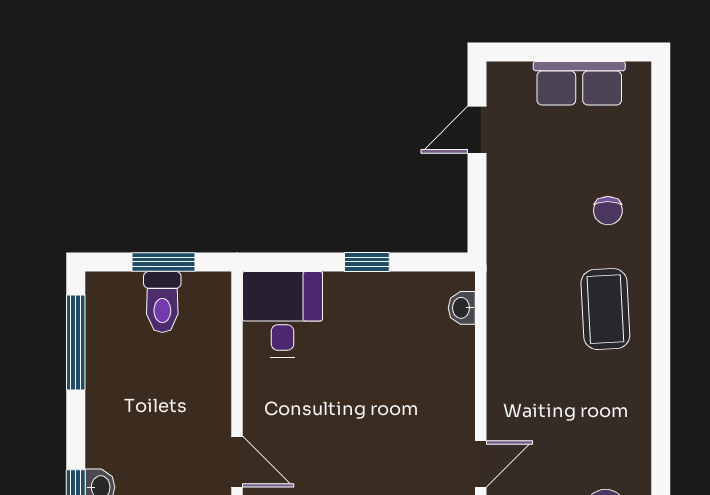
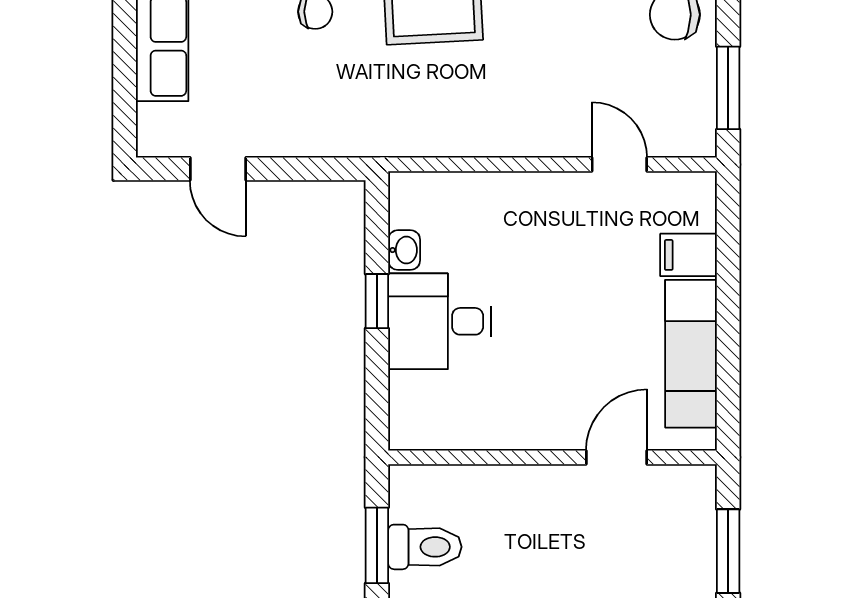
washbasin: (462, 308) -> (404, 250), moved, turned -90
desk: (282, 314) -> (440, 321), moved

